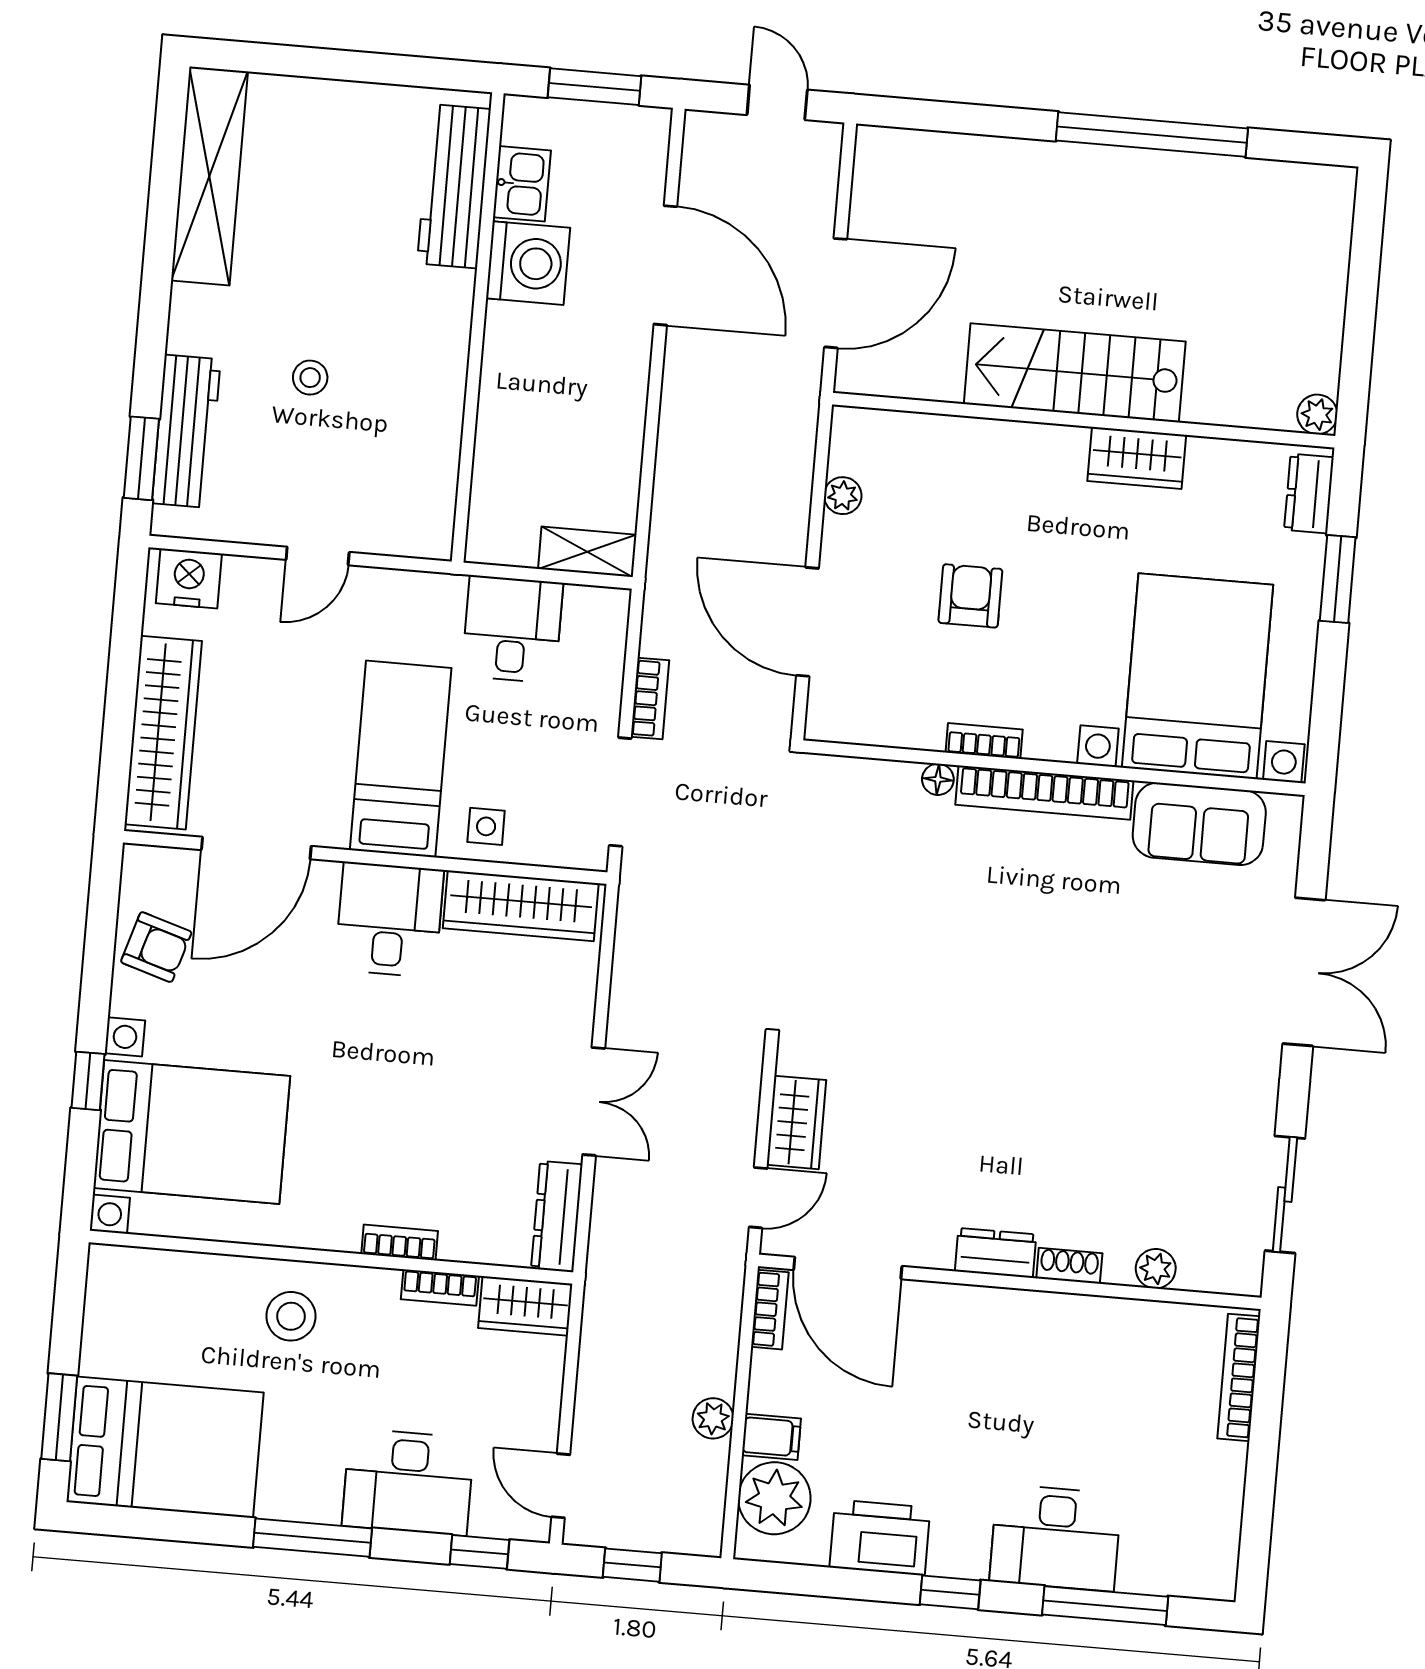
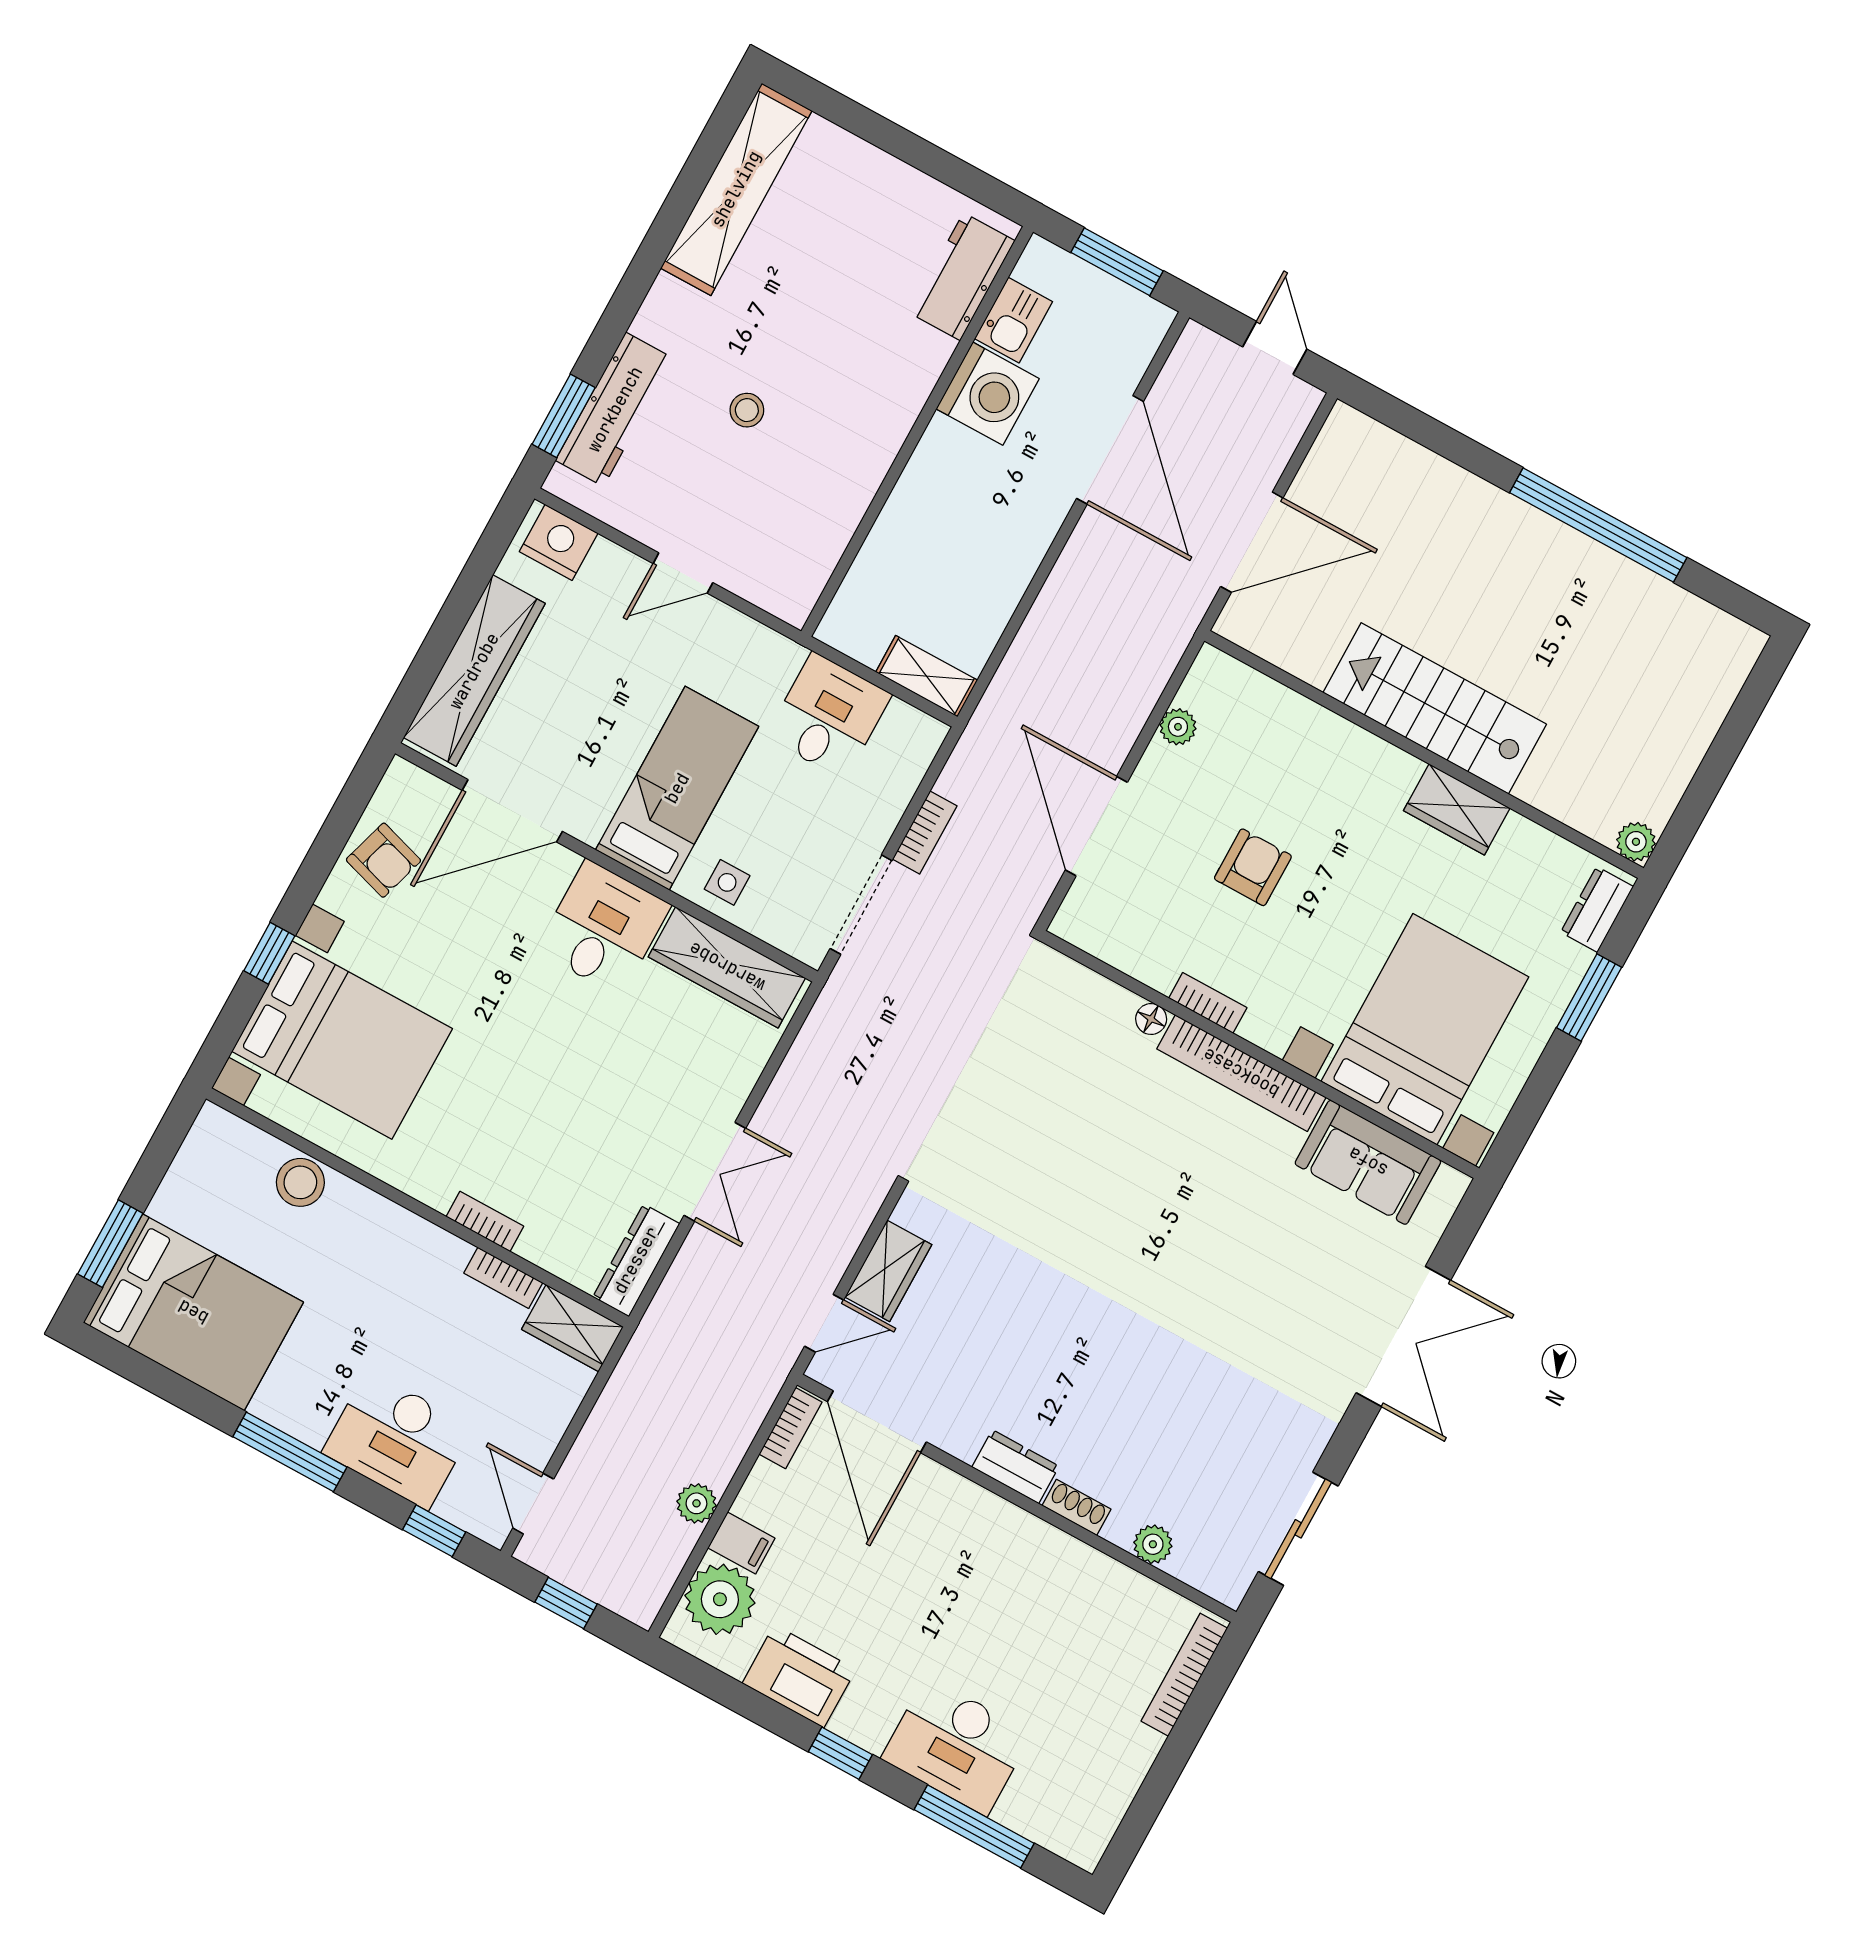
workbench: (454, 186) -> (962, 277), width x0.73
stool: (291, 1316) -> (300, 1182), moved

